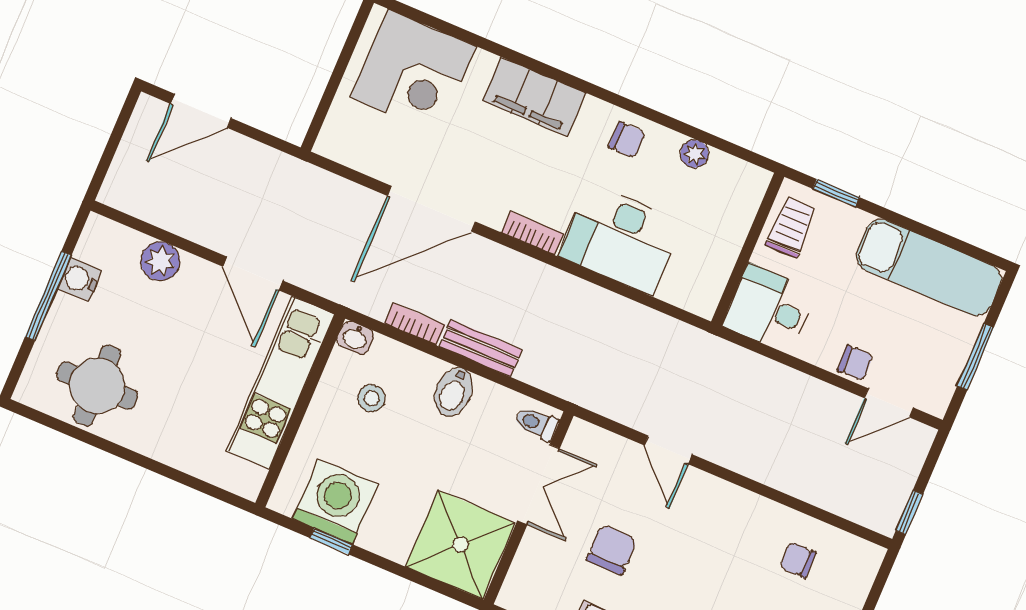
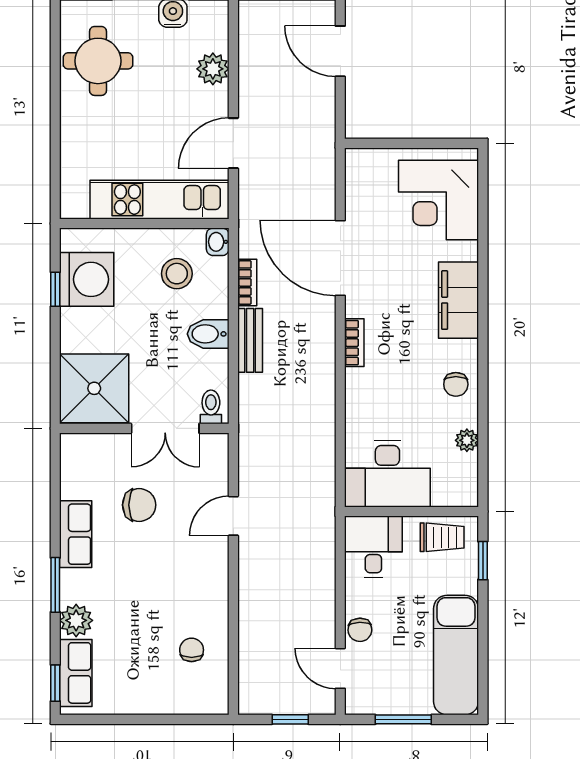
desk: (621, 239) -> (387, 474), moved, turned -90
stool: (371, 398) -> (177, 274), width x1.37, depth x1.37
window: (909, 512) -> (290, 719), moved

